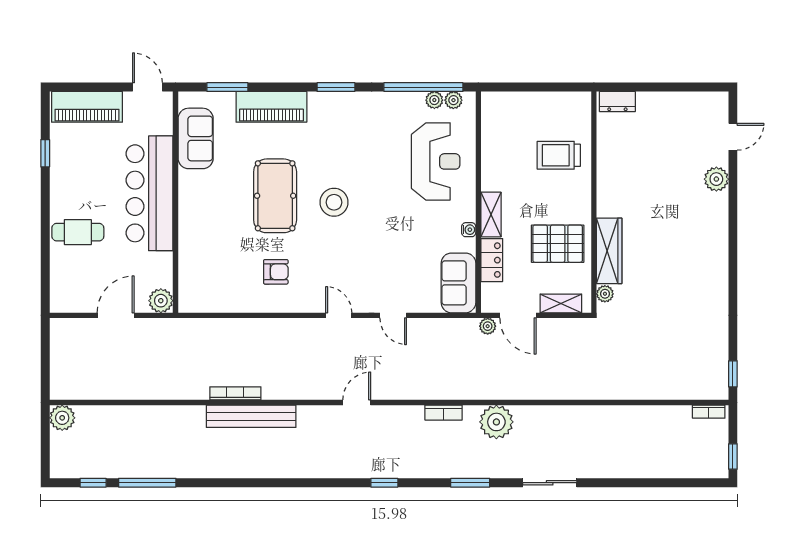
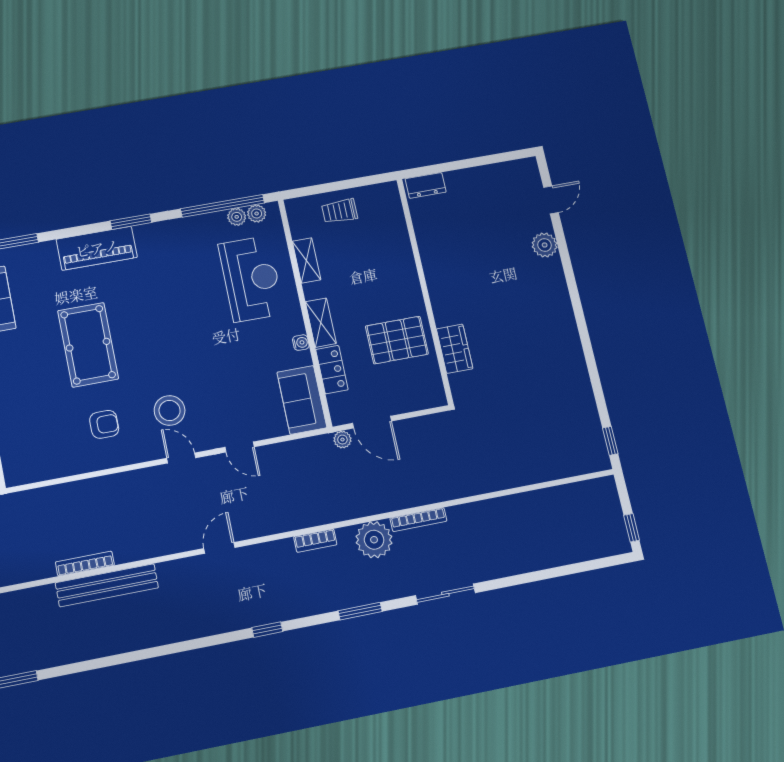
piano: (271, 107) -> (97, 248), moved
trolley: (559, 155) -> (340, 211), moved, width x0.73, depth x0.72
stool: (334, 202) -> (170, 410), moved
wardrobe: (609, 251) -> (455, 349), width x0.67
plant: (605, 294) -> (458, 383), removed
shelving: (561, 303) -> (307, 261), moved, turned 90
bookcase: (709, 412) -> (418, 520), moved, width x1.56

